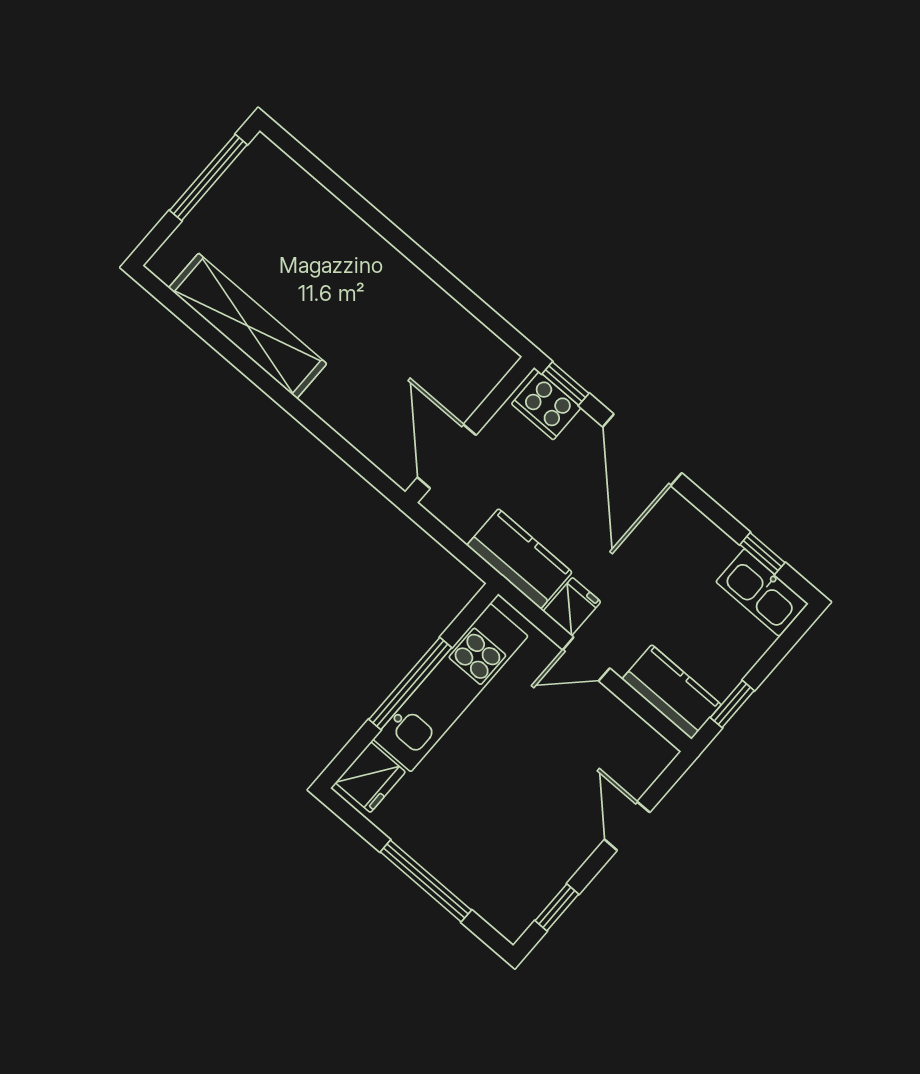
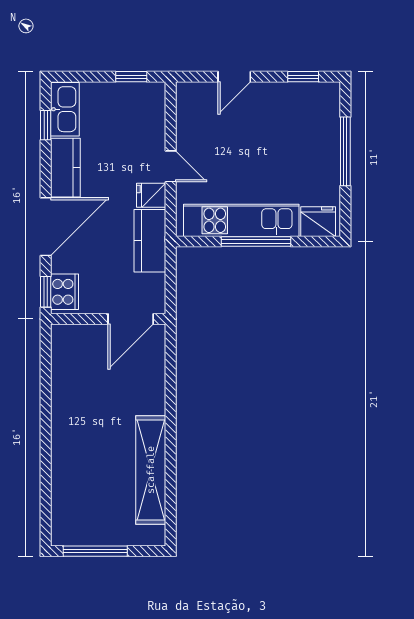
kitchen counter: (672, 692) -> (65, 168), moved, turned 180

